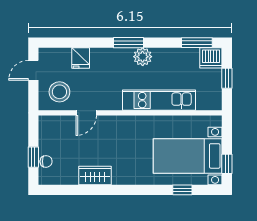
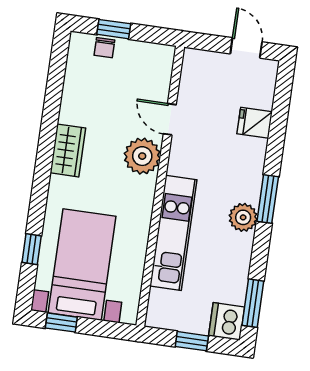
stool: (59, 92) -> (208, 83), removed
plant: (112, 127) -> (142, 156), added
wardrobe: (95, 175) -> (68, 150), moved

